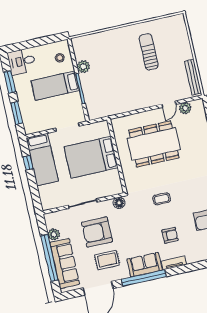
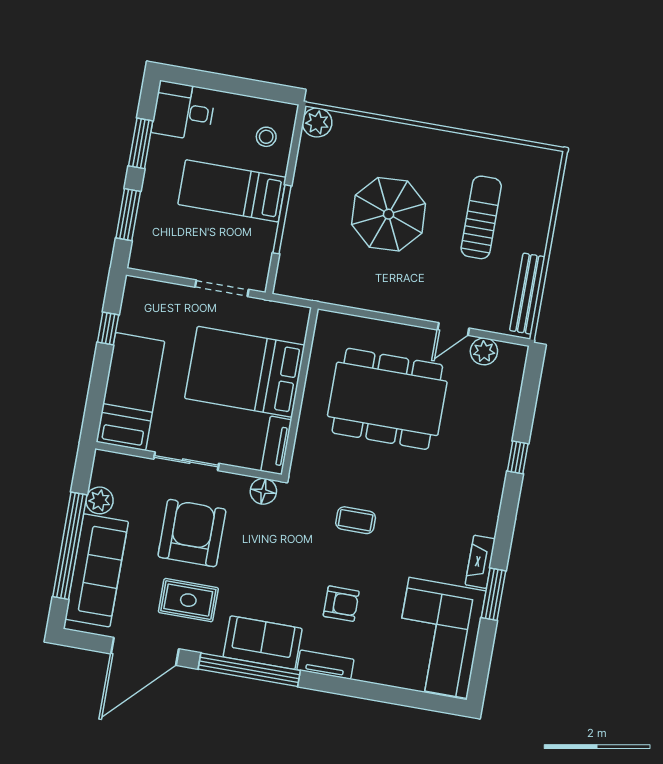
sun lounger: (149, 52) -> (481, 217), moved
plant: (83, 67) -> (317, 122), moved
parasol: (123, 68) -> (389, 214), added
bed: (42, 159) -> (130, 392), moved, turned 180
tv unit: (116, 182) -> (276, 445), added
armchair: (97, 232) -> (192, 533), turned 90

